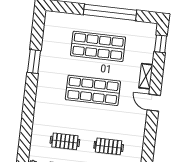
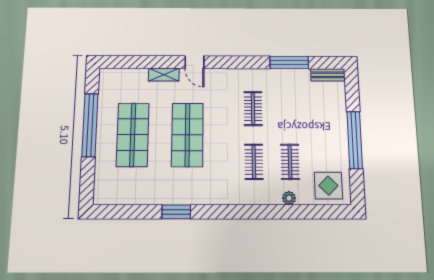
window: (161, 44) -> (123, 62), removed
window: (34, 61) -> (176, 212), moved
door: (154, 103) -> (195, 62), hinge flipped

